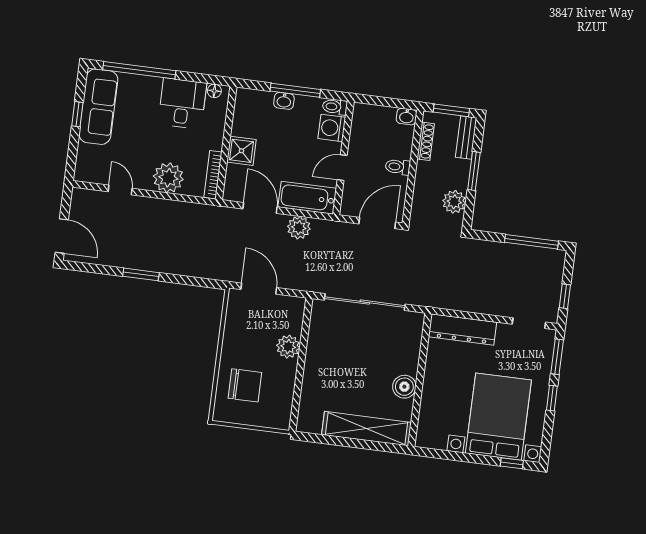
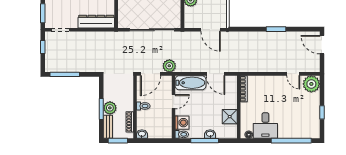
sofa: (98, 107) -> (311, 118), removed
shower: (241, 151) -> (230, 117), moved
plant: (168, 178) -> (311, 84), moved
plant: (454, 202) -> (110, 108), moved
plant: (299, 228) -> (169, 66), moved

